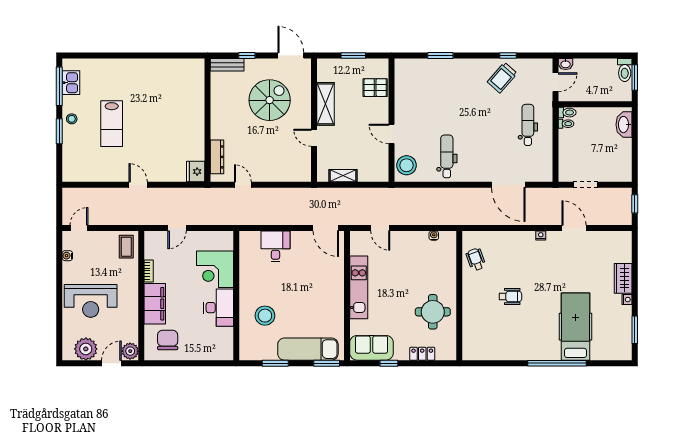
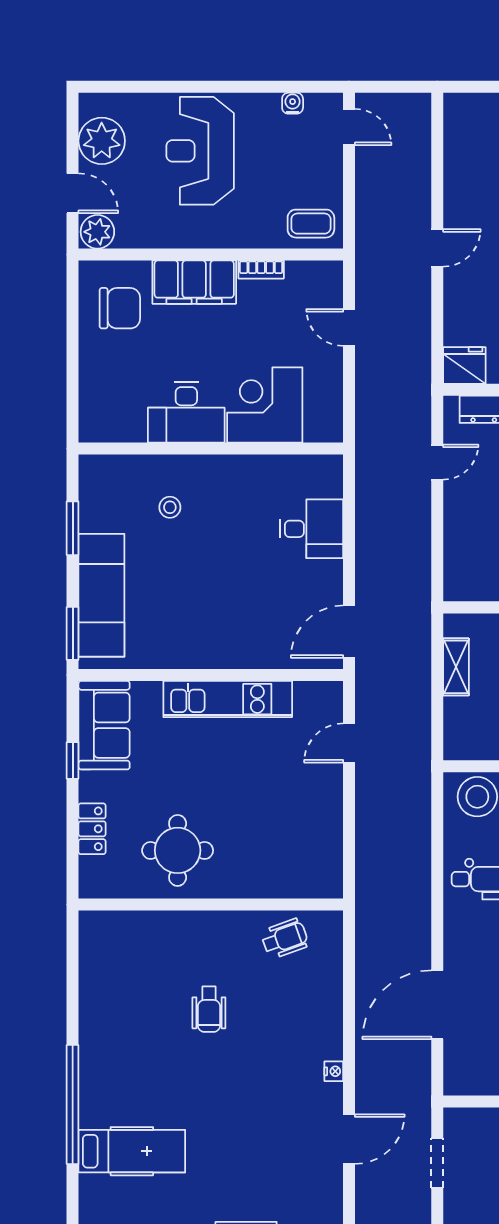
water cooler: (434, 236) -> (334, 852), removed
stool: (265, 316) -> (170, 507), width x0.53, depth x0.53
hospital bed: (576, 327) -> (132, 1151), width x0.73, depth x0.78

